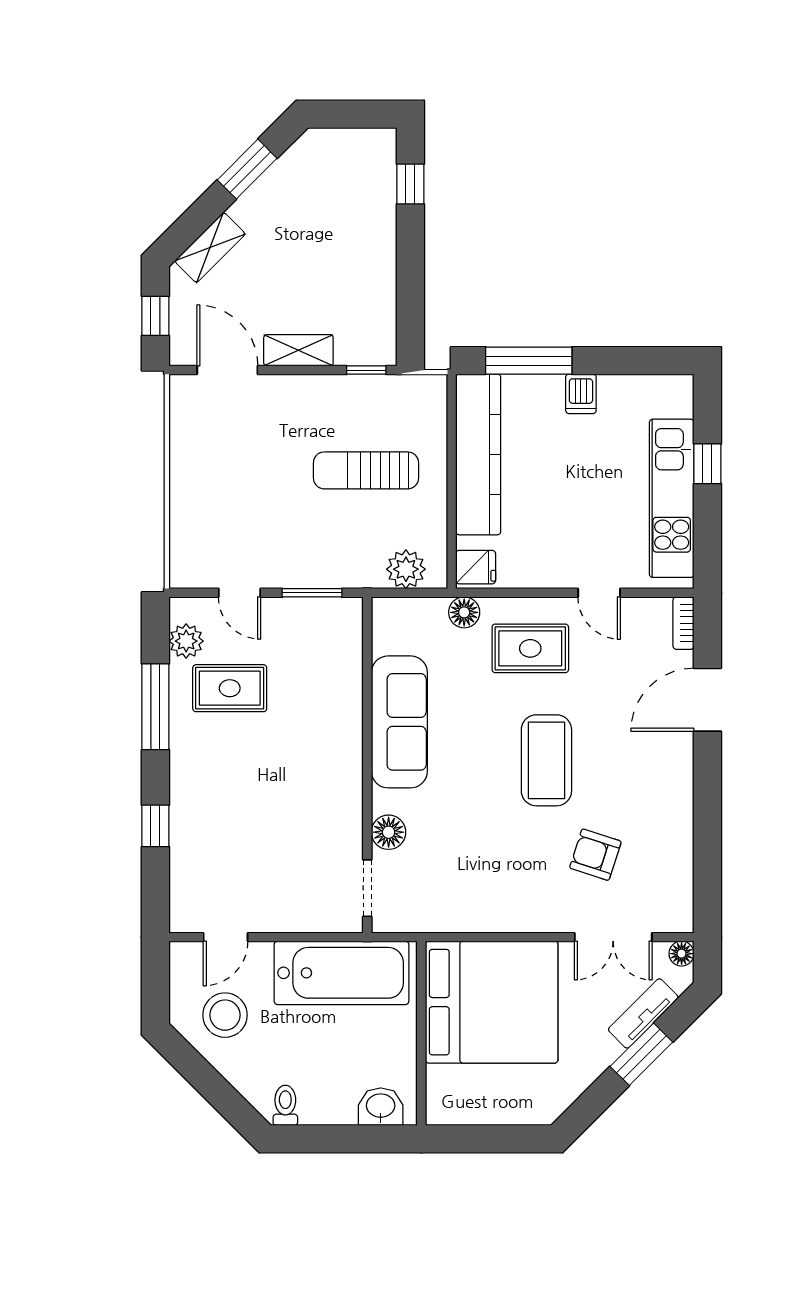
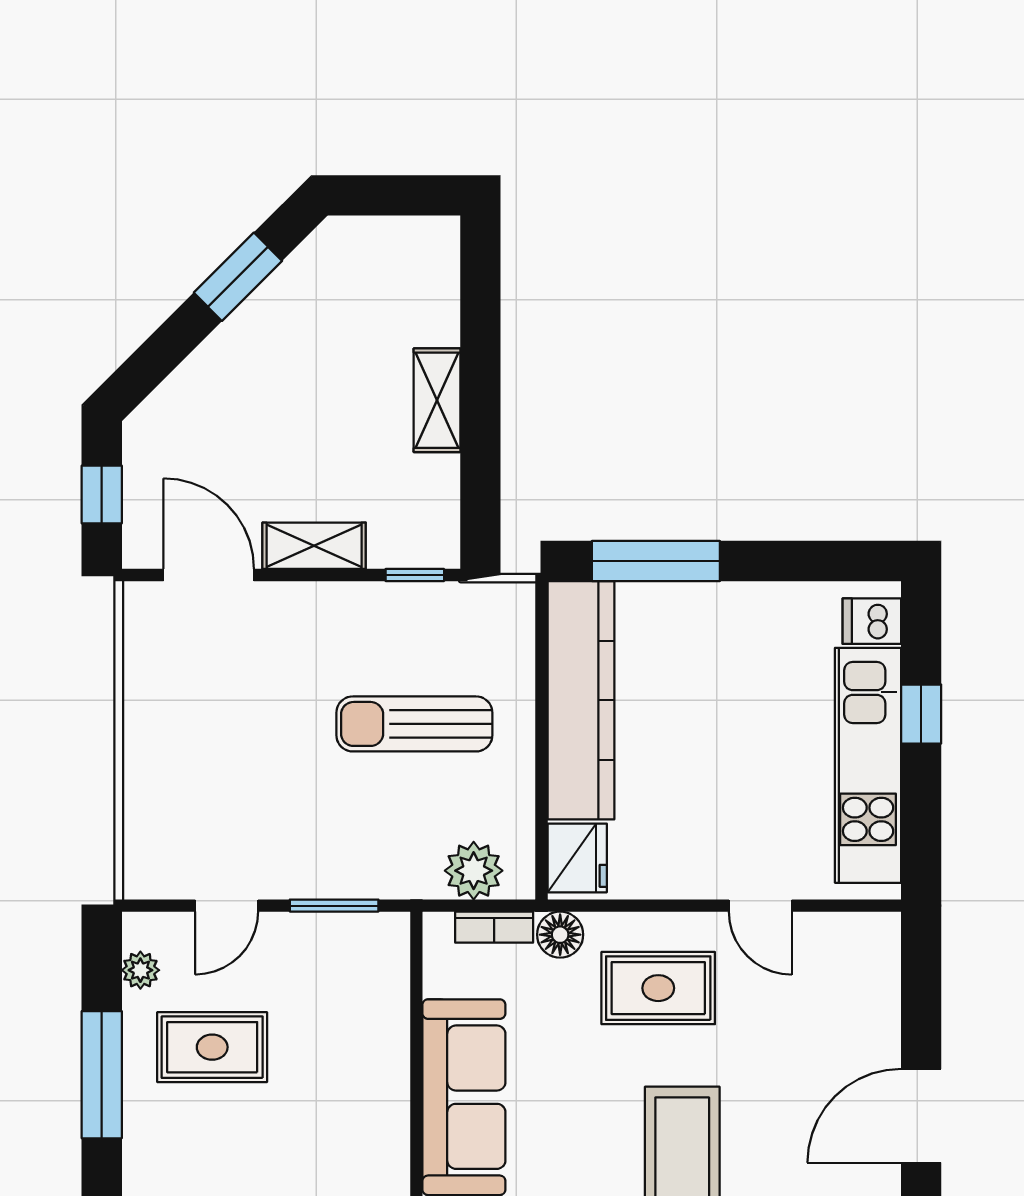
window: (410, 184) -> (480, 299), removed
shelving: (210, 247) -> (437, 400), moved, turned -45
dishwasher: (581, 394) -> (872, 621), moved, turned 90
fridge: (476, 567) -> (577, 858), width x1.38
door: (239, 593) -> (227, 906), hinge flipped
bookcase: (683, 623) -> (494, 927), moved, turned -90
plant: (186, 641) -> (140, 970), width x0.73, depth x0.73
door: (707, 700) -> (921, 1116), moved

